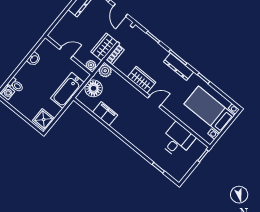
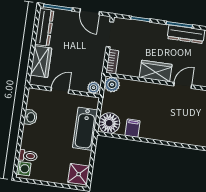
wardrobe: (104, 47) -> (41, 62), moved, turned 180
floor lamp: (94, 88) -> (109, 123), moved
filing cabinet: (105, 114) -> (133, 128), width x0.50

